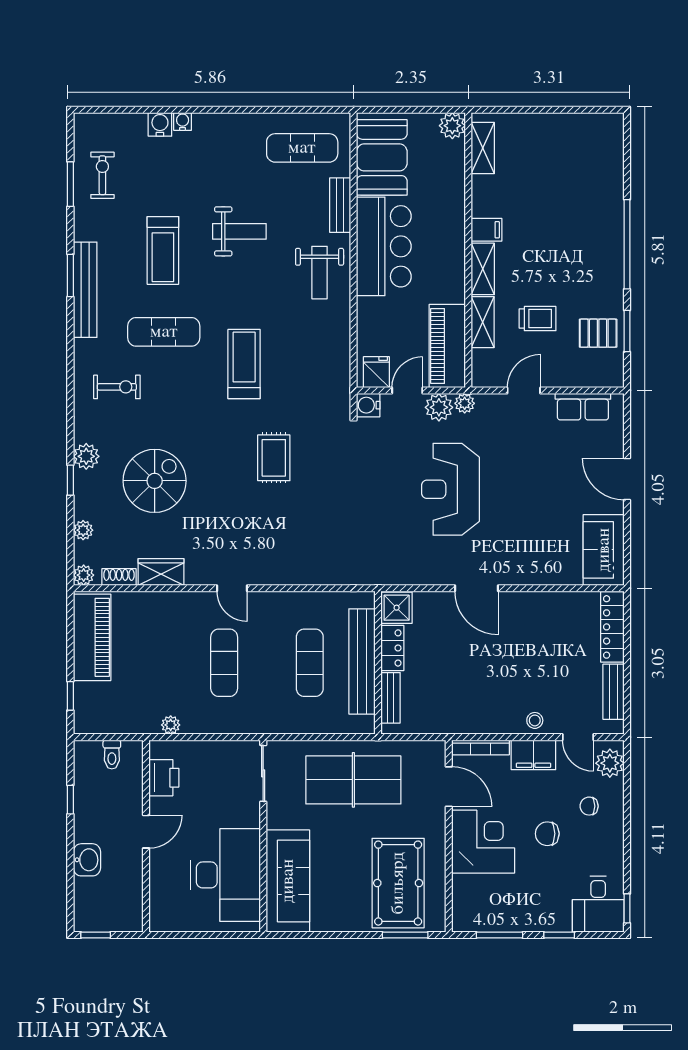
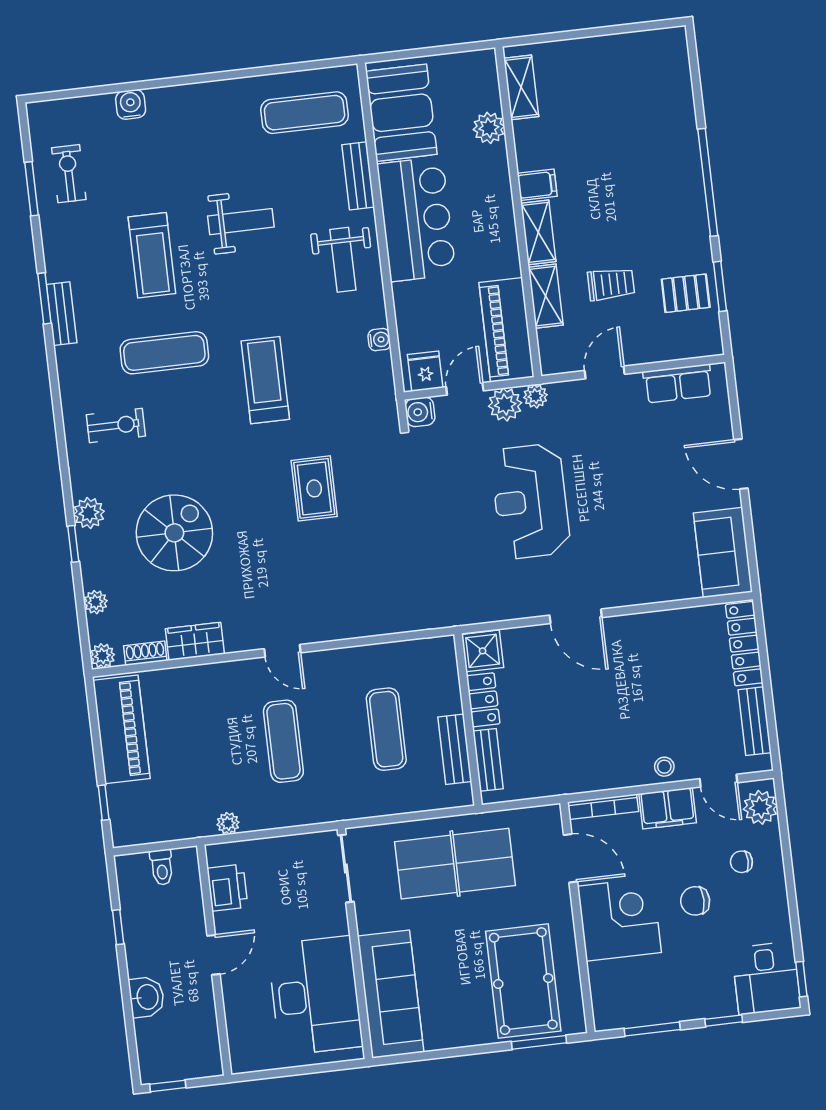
water cooler: (183, 121) -> (379, 340), moved, turned 90
plant: (452, 126) -> (489, 128), moved
bench: (85, 290) -> (62, 314), width x0.54, depth x0.82
bench: (362, 661) -> (455, 749), width x0.54, depth x0.82

